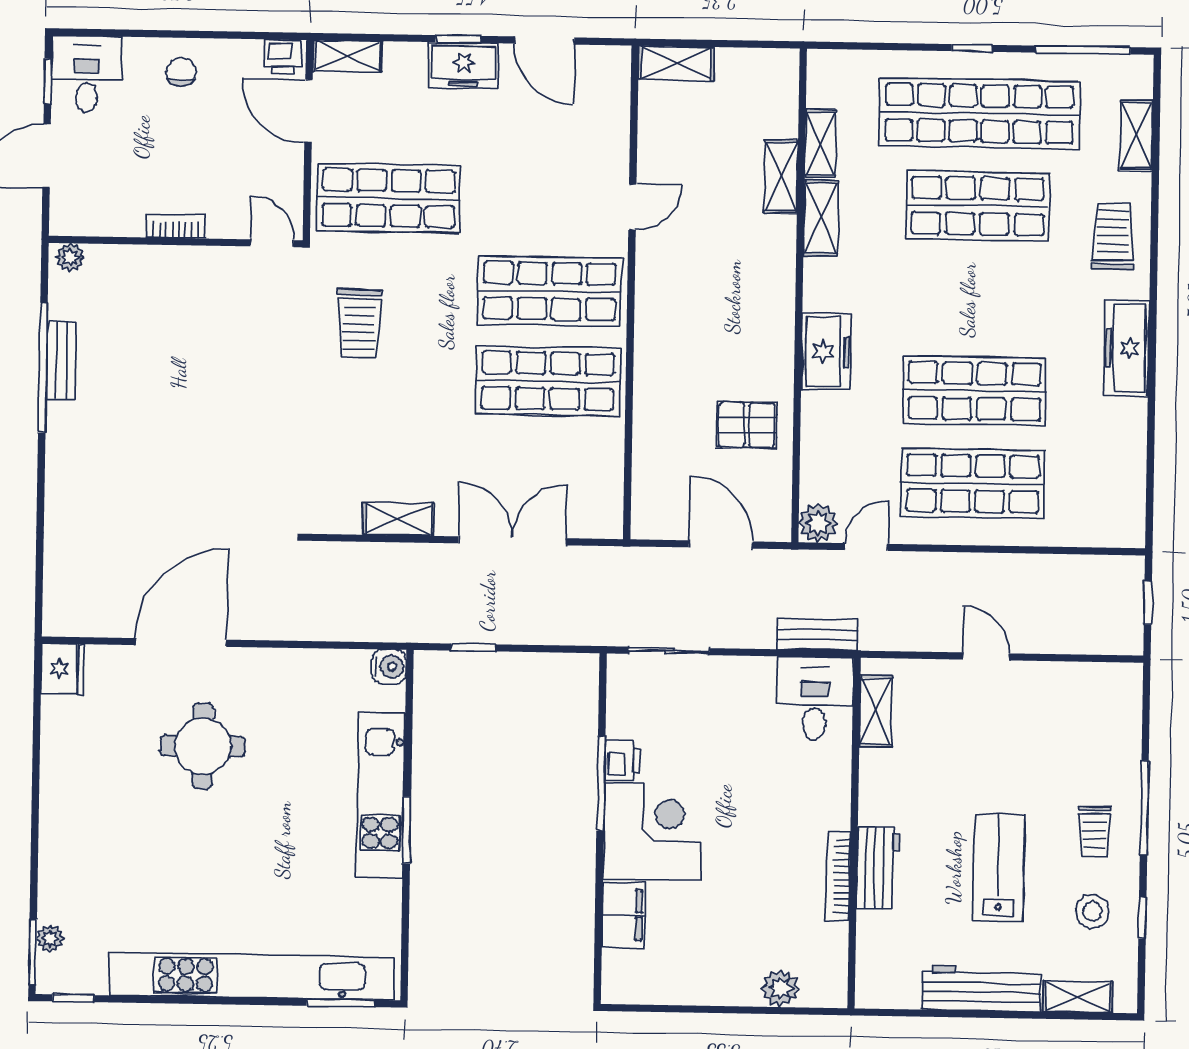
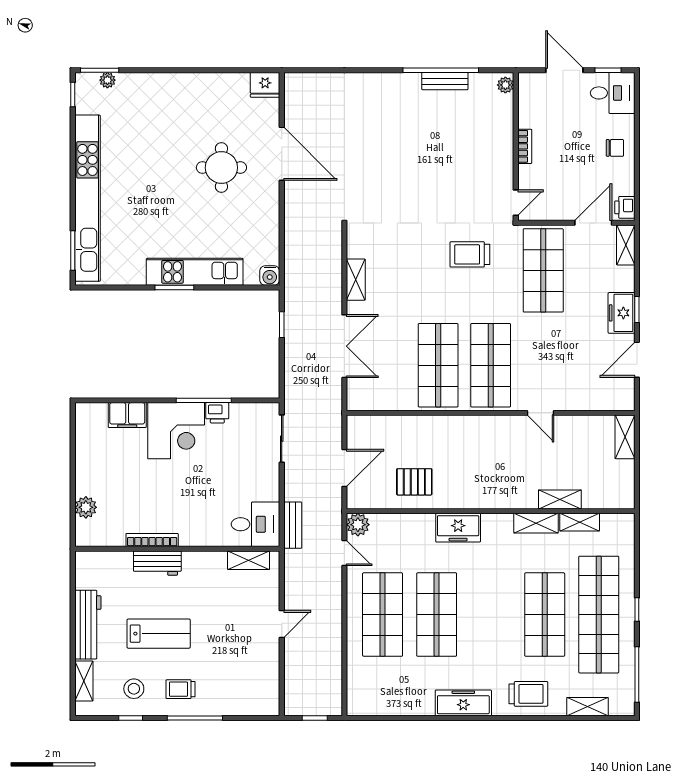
pallet: (747, 425) -> (414, 482), turned 90

